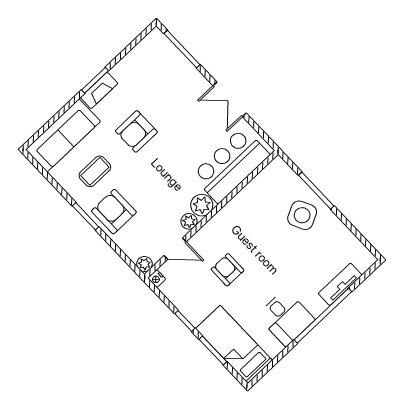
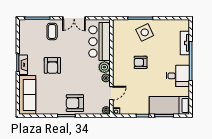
coffee table: (95, 171) -> (52, 31), moved
armchair: (228, 270) -> (141, 62), moved

